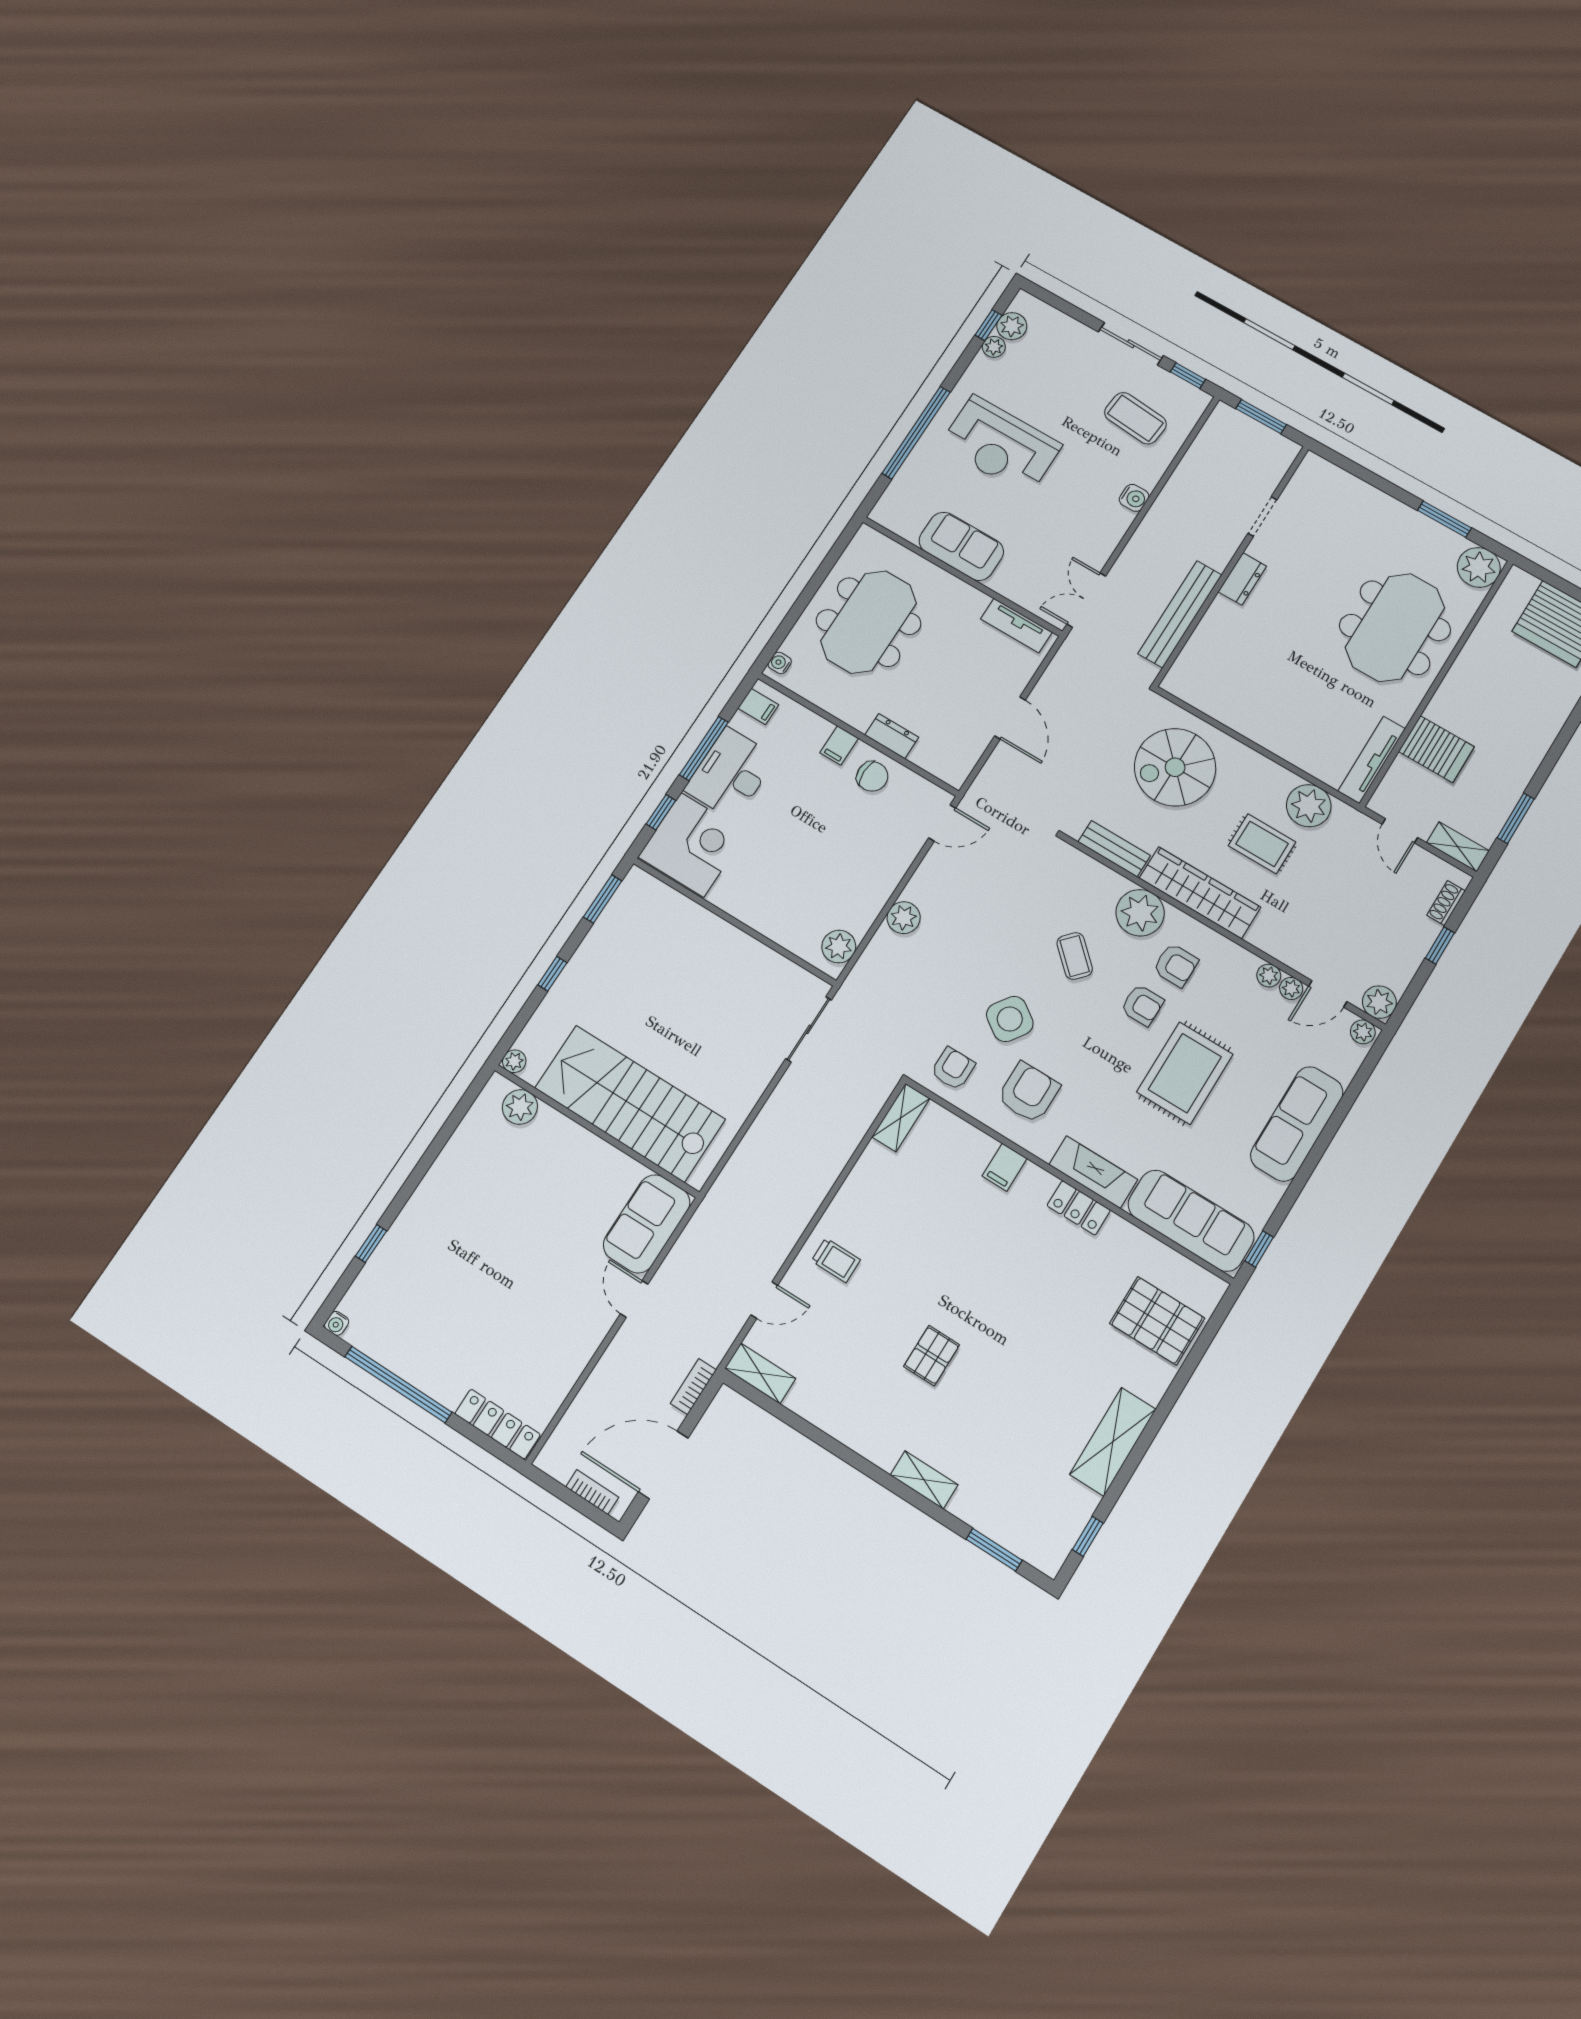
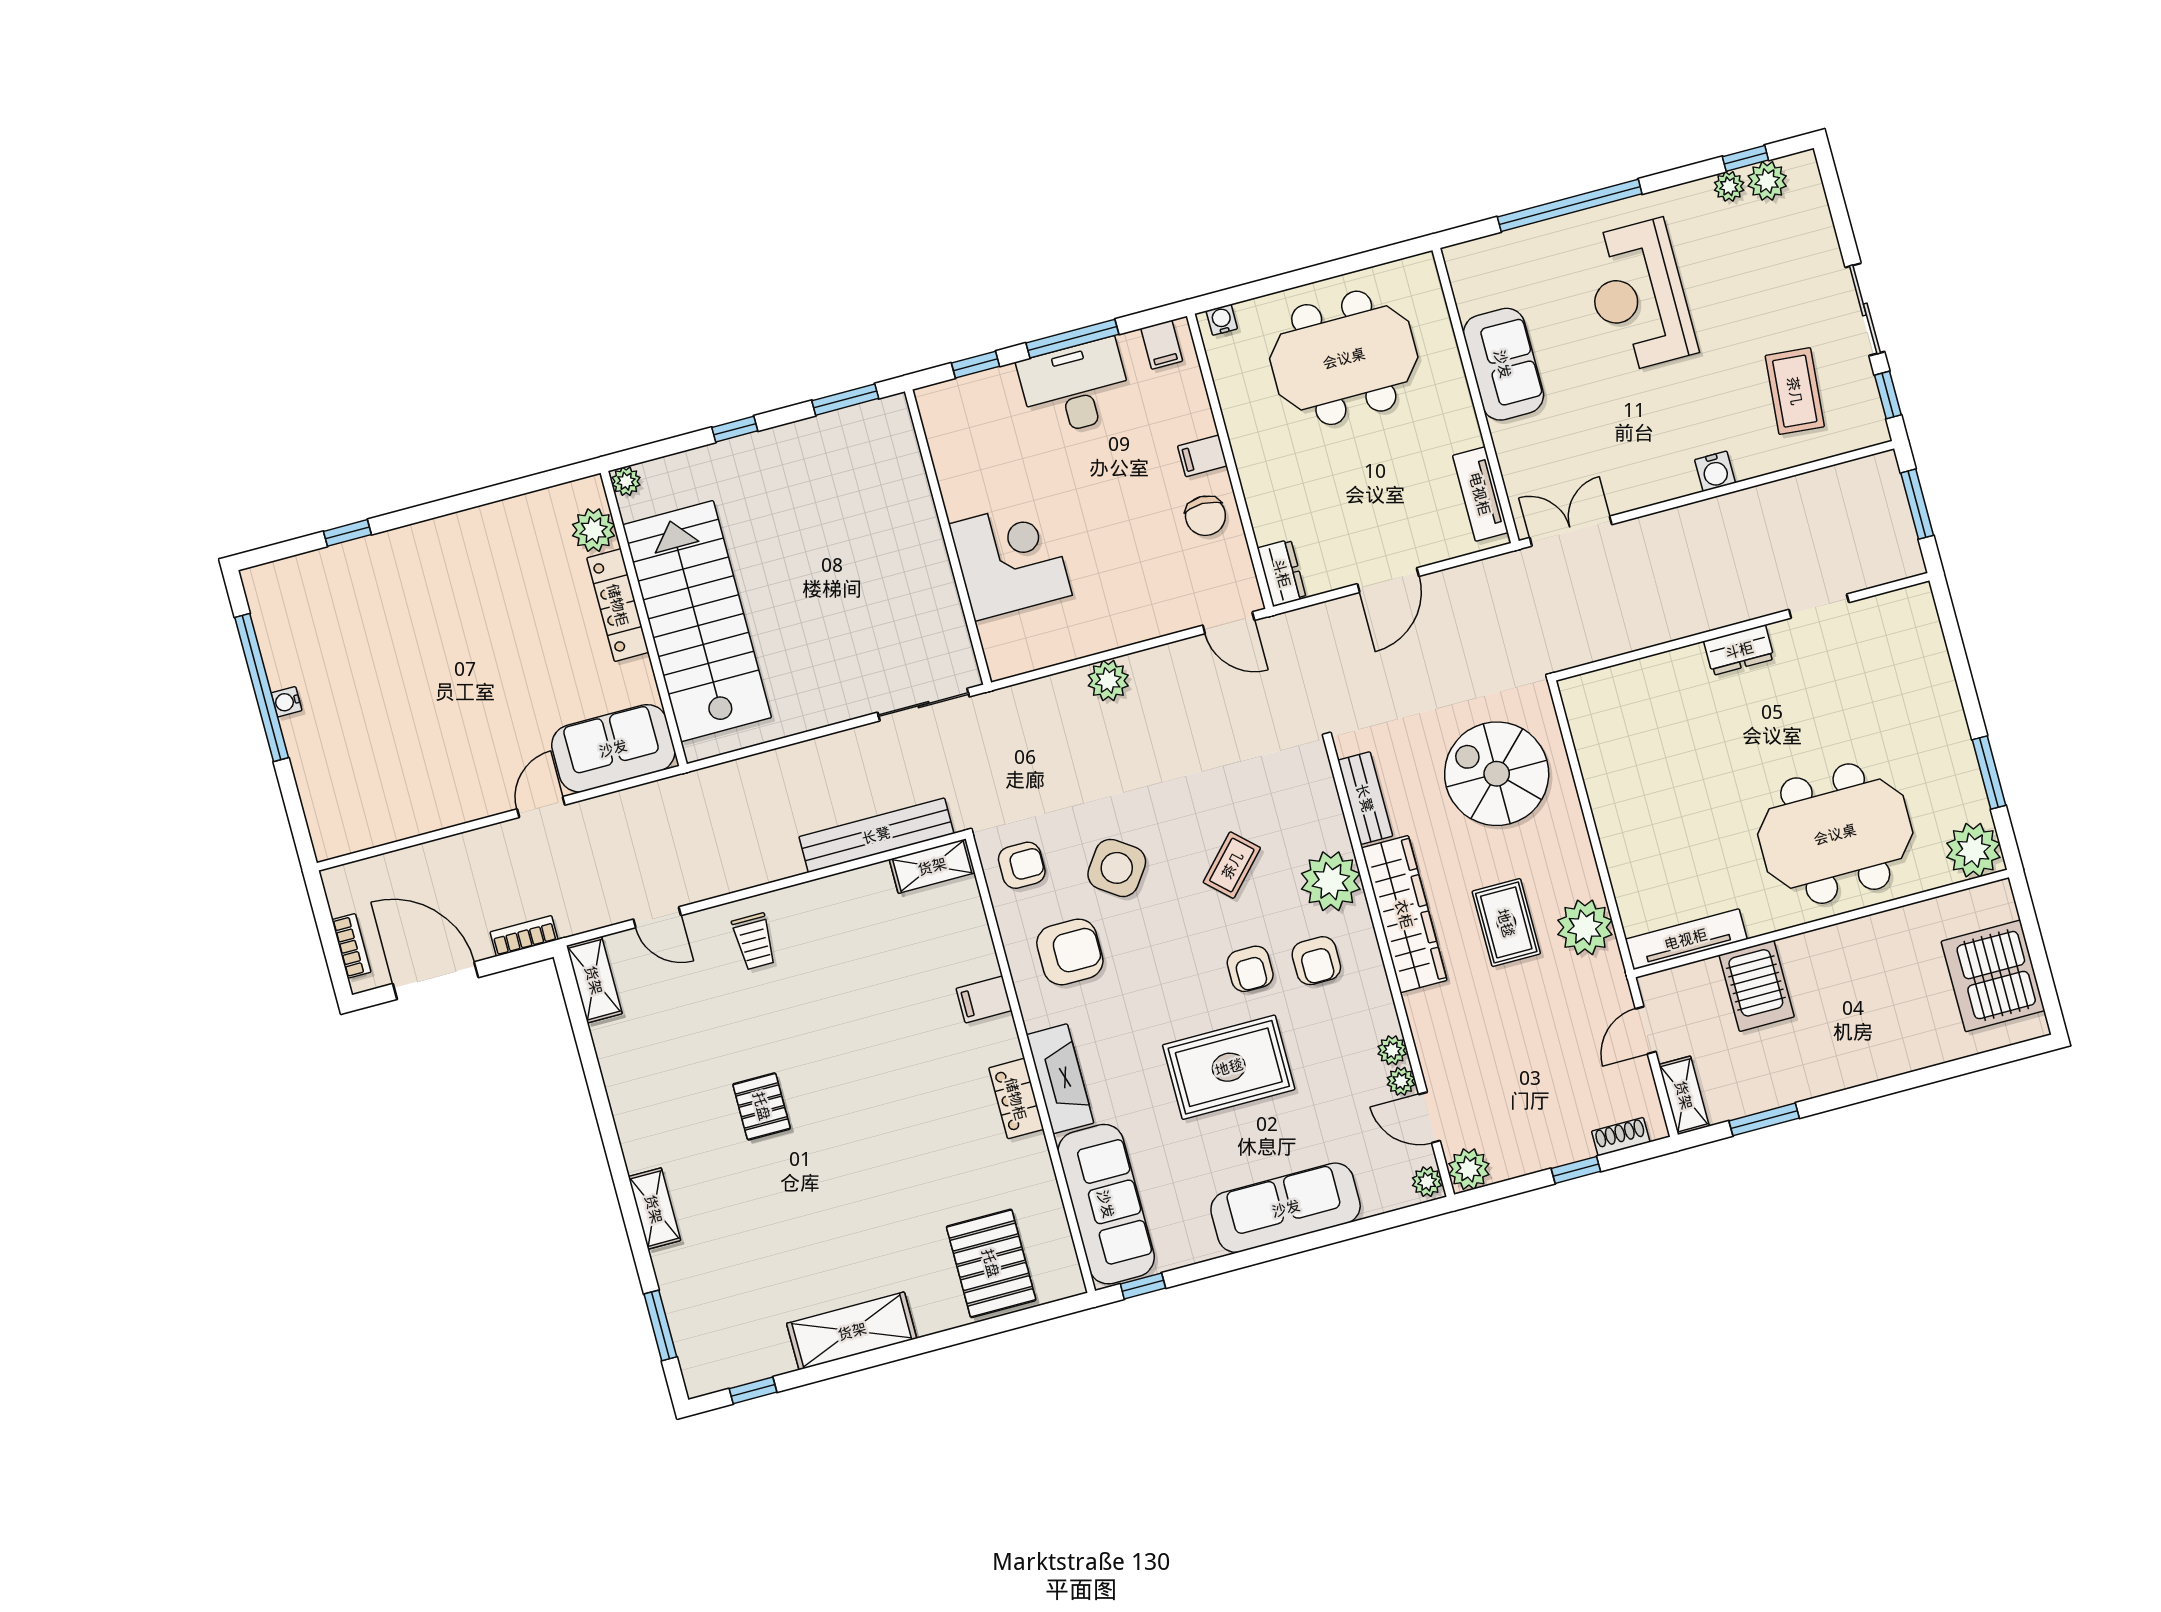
bench: (1180, 614) -> (876, 835), moved
dresser: (892, 736) -> (1282, 573), moved
corner desk: (692, 845) -> (1010, 560), moved, turned -90
plant: (839, 947) -> (1023, 652), removed
water cooler: (337, 1323) -> (286, 702), moved
pallet: (932, 1356) -> (762, 1106), turned 90
locker: (498, 1424) -> (618, 605), moved, turned 180

